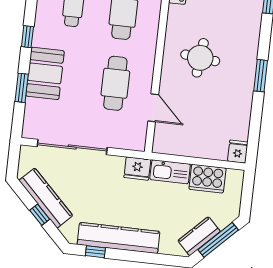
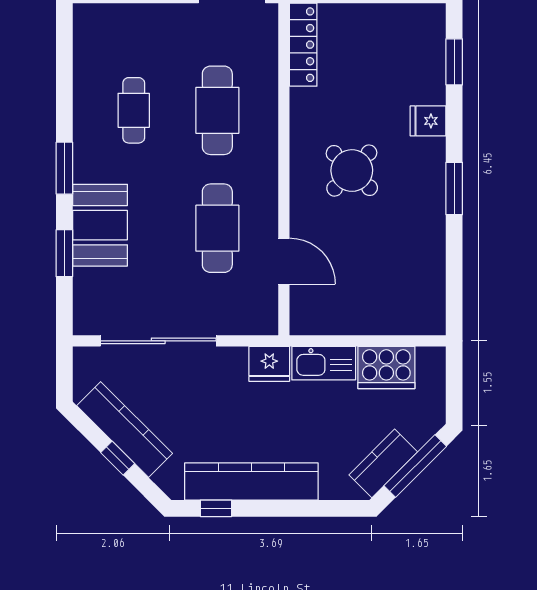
window: (27, 37) -> (64, 168), width x1.50
round table: (200, 58) -> (352, 171), turned 38
fridge: (238, 152) -> (428, 121), moved, turned -90

